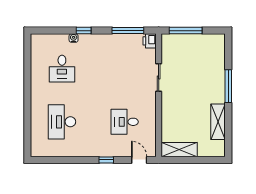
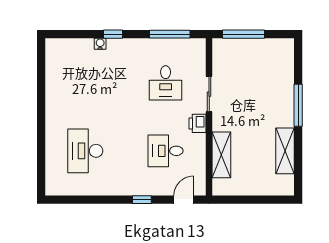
printer: (150, 41) -> (197, 123), moved
desk: (62, 69) -> (166, 83), moved
shelving: (179, 150) -> (221, 155), moved, turned 90
door: (139, 160) -> (184, 200), hinge flipped

